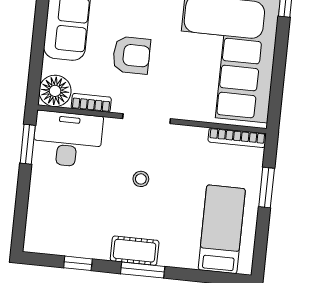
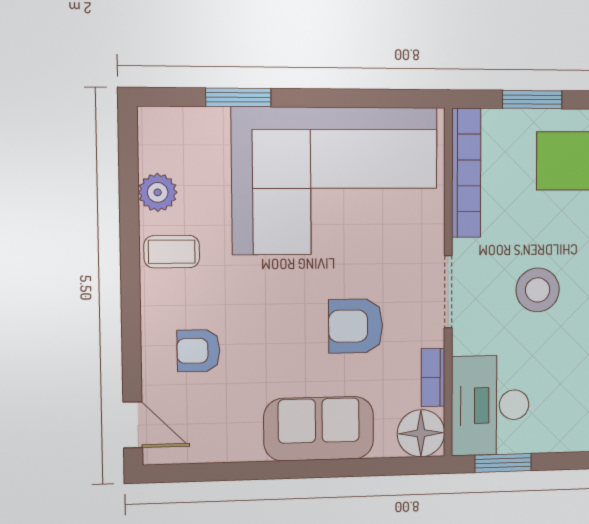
armchair: (131, 55) -> (356, 326), turned -90
bookcase: (237, 138) -> (466, 173), width x1.48, depth x1.31
stool: (141, 179) -> (538, 290), width x1.89, depth x1.89

